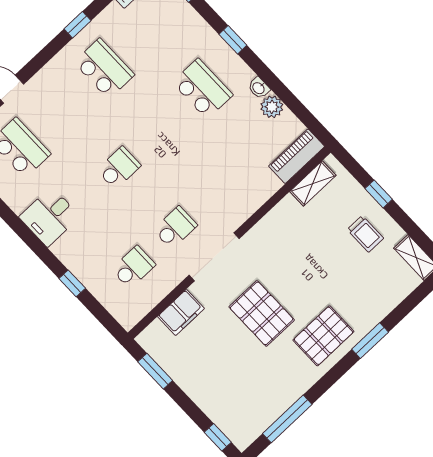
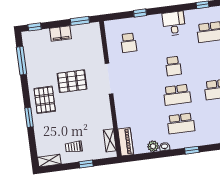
school desk: (175, 228) -> (177, 95), moved, width x1.85
filing cabinet: (181, 312) -> (60, 34), moved, turned -90

